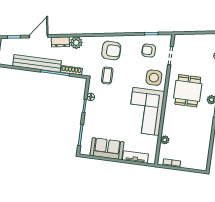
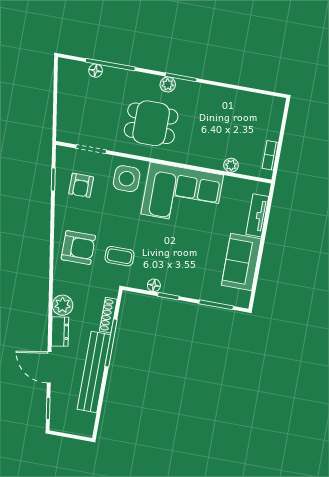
armchair: (111, 51) -> (78, 248), turned 90

